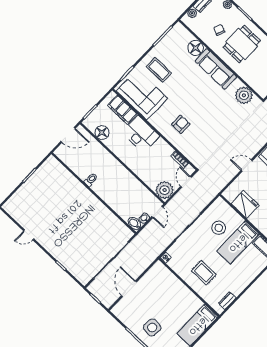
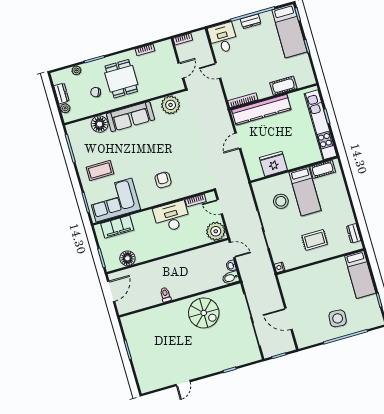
desk: (141, 134) -> (172, 217), moved
spiral stairs: (94, 219) -> (204, 313), added

